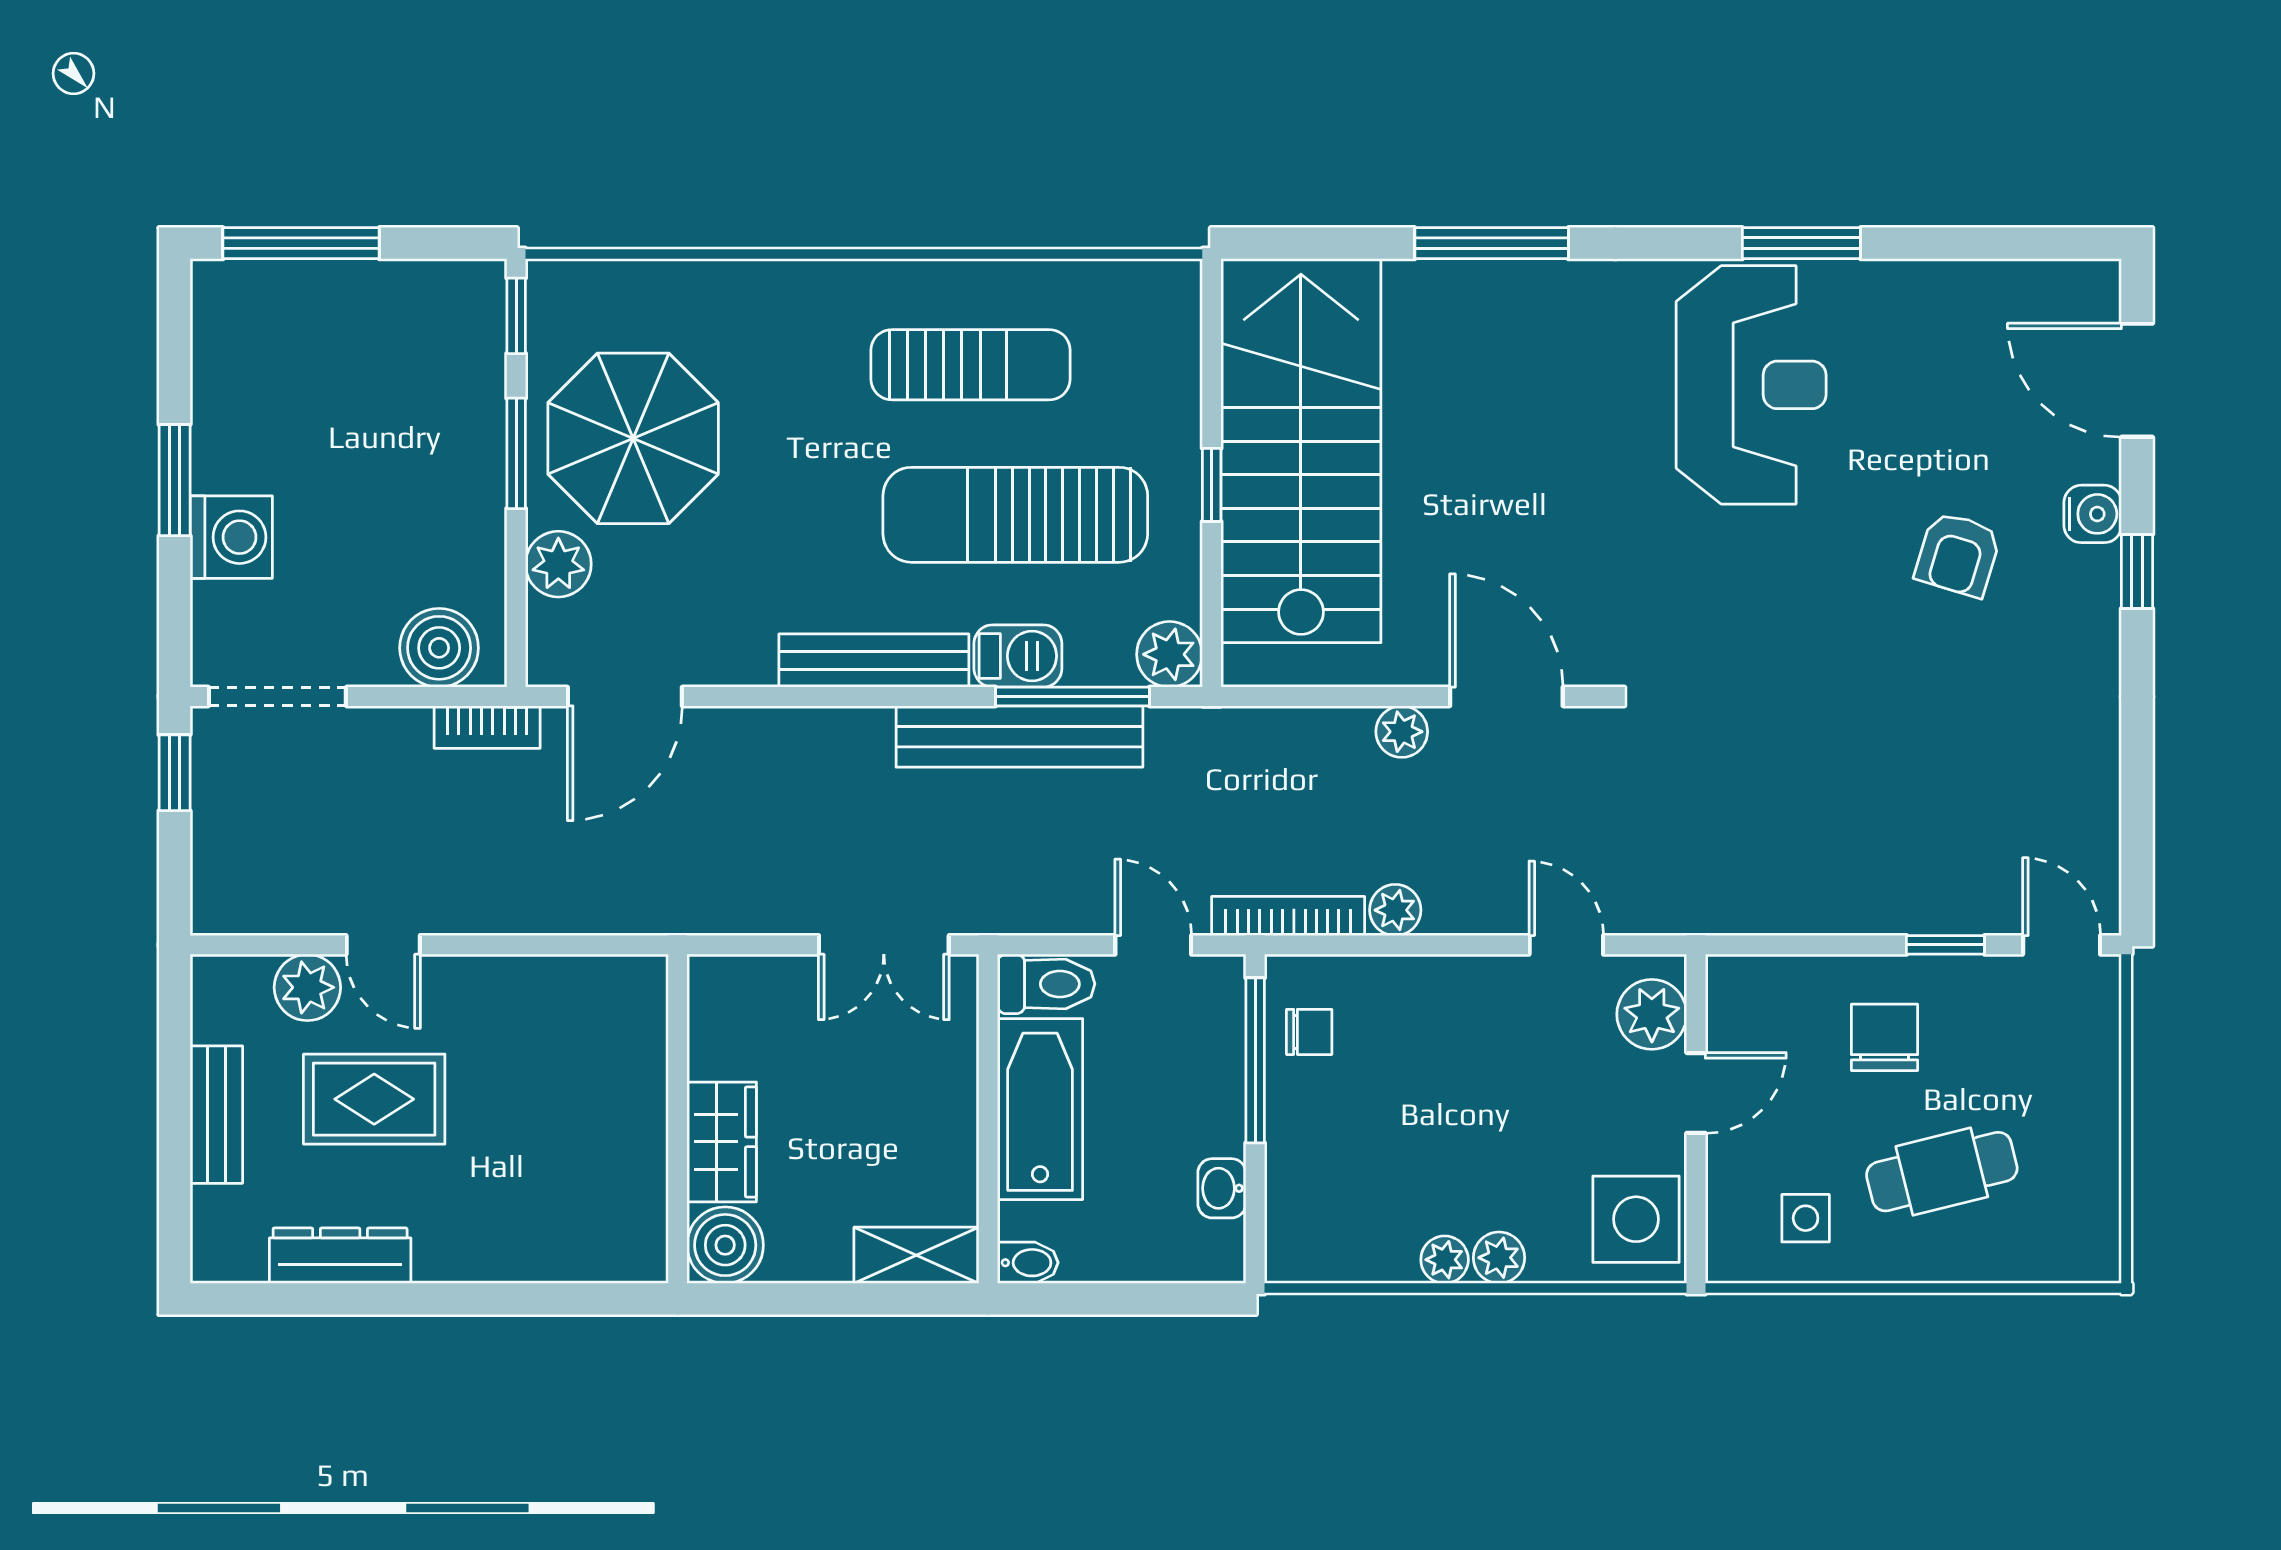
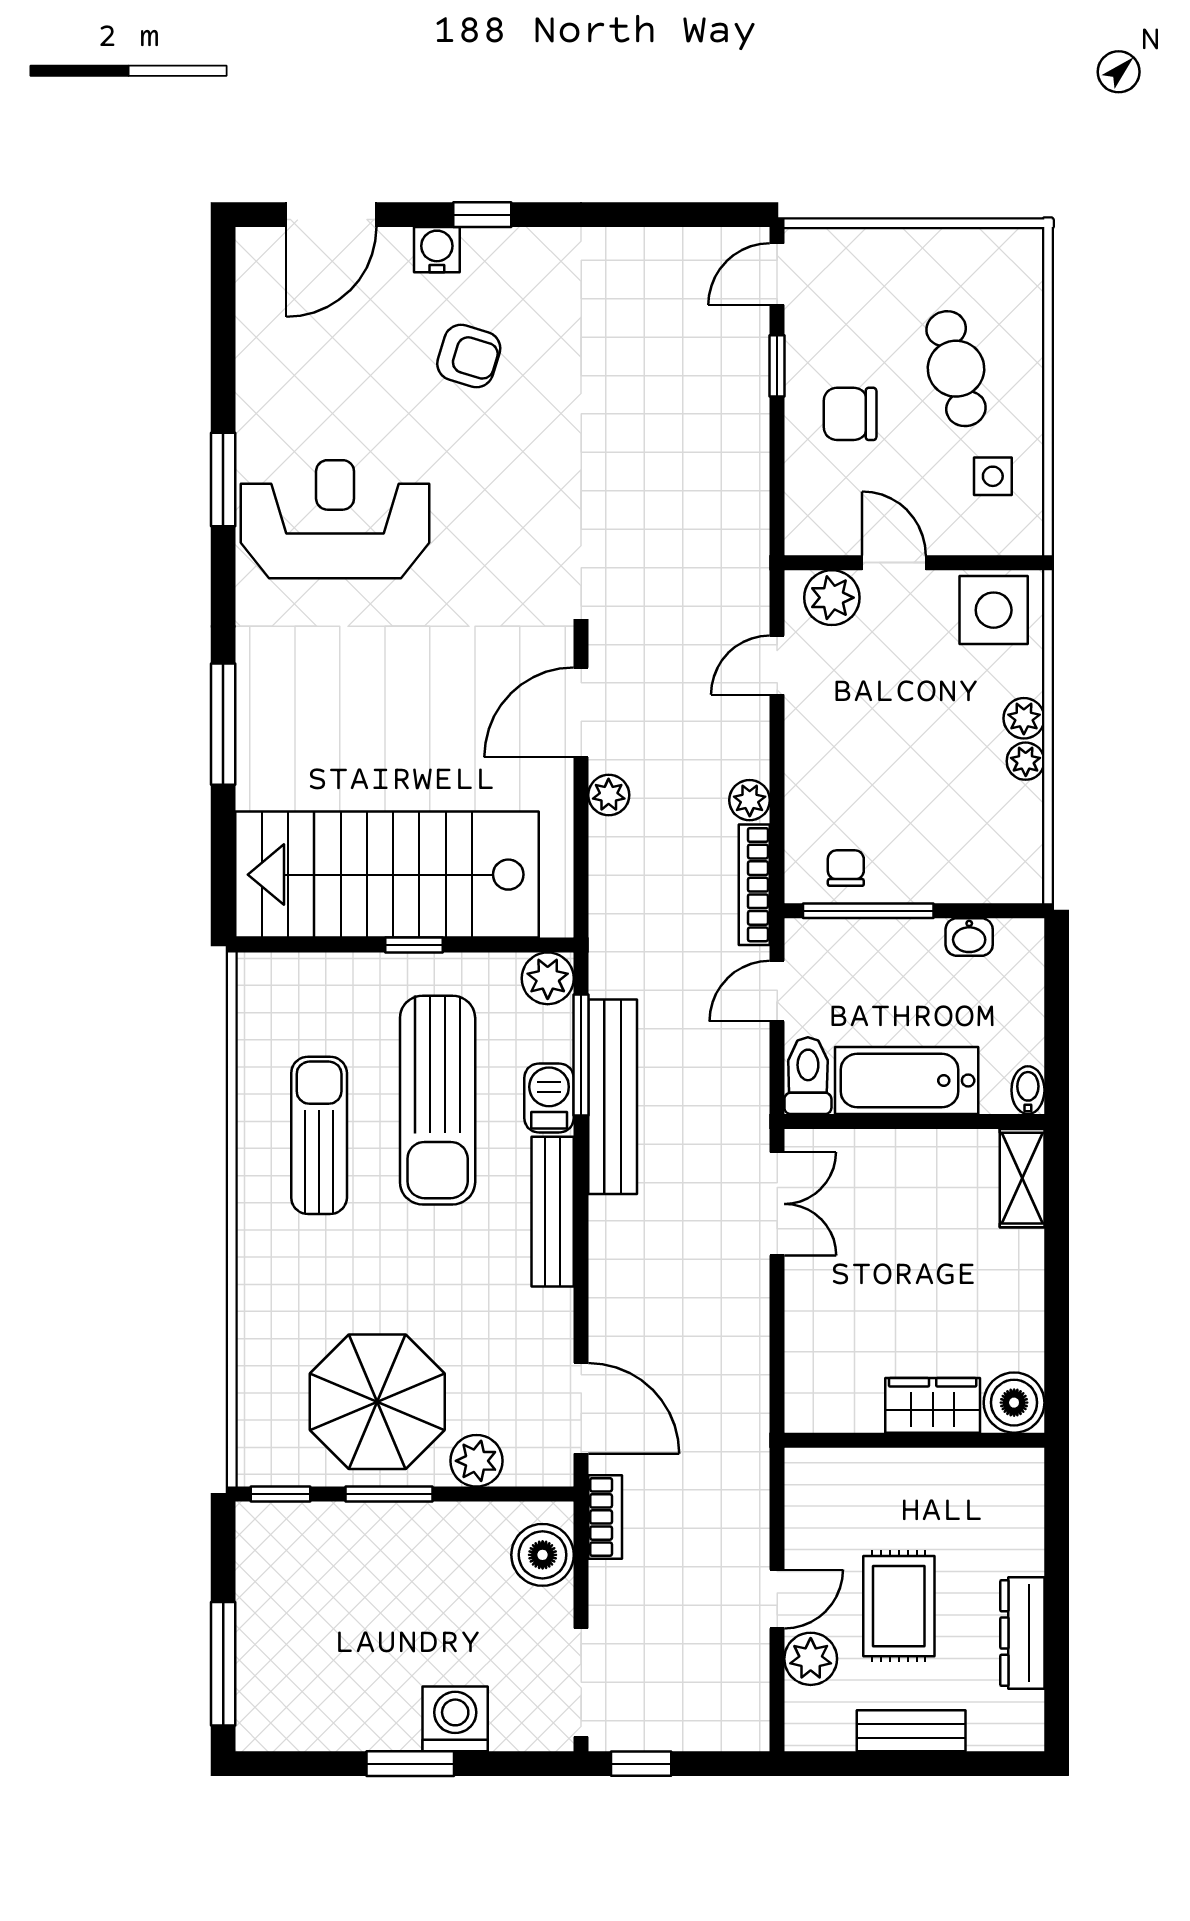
wall: (678, 1119) -> (914, 1440), moved
wardrobe: (722, 1142) -> (933, 1405), moved
boiler: (725, 1245) -> (1014, 1403), moved

